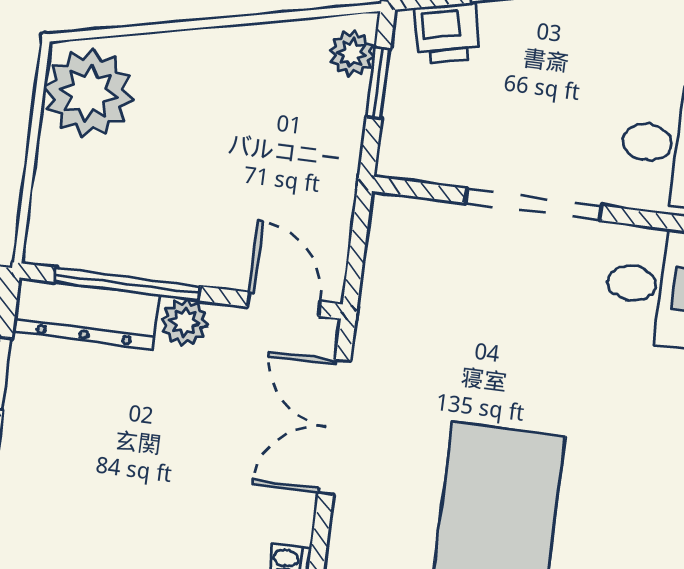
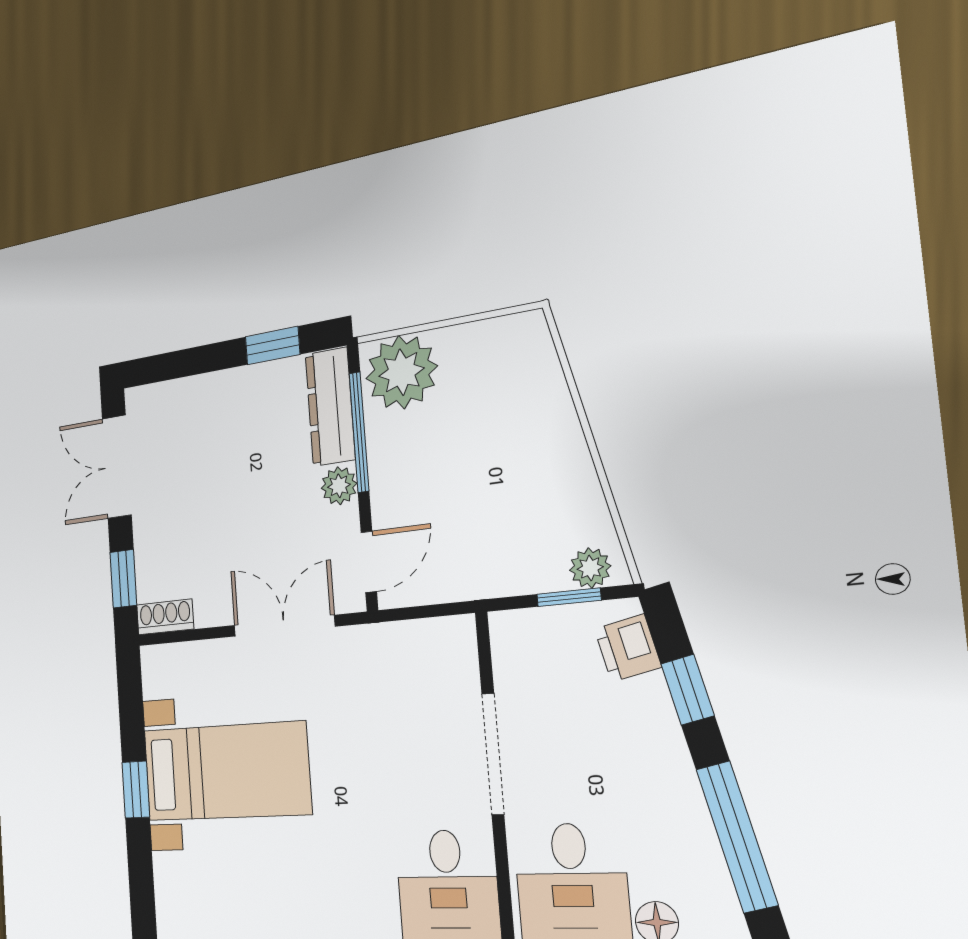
plant: (88, 93) -> (402, 372), moved

